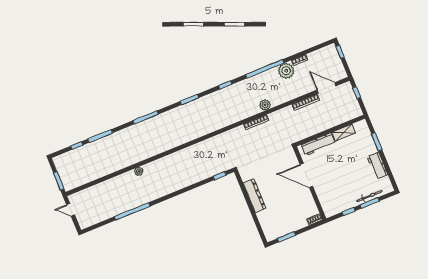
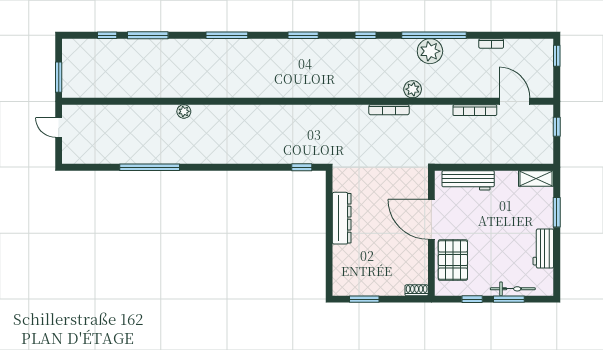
plant: (286, 71) -> (430, 51), moved
shelving: (344, 133) -> (536, 178), moved
pallet: (328, 194) -> (453, 260), added

